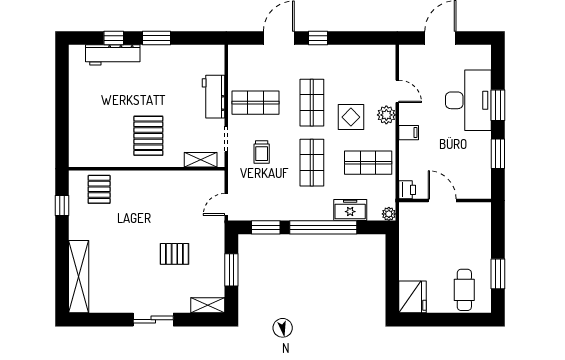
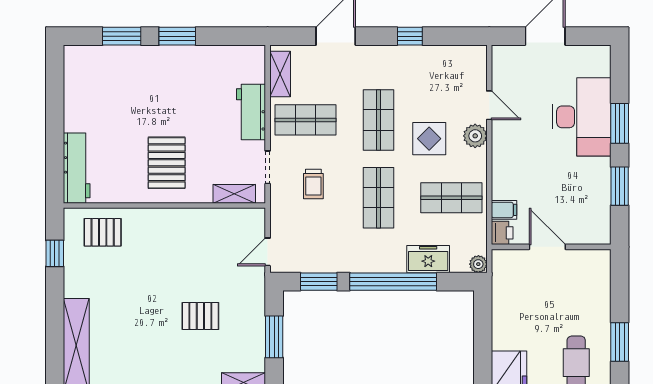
window: (114, 38) -> (122, 36), width x1.50
window: (318, 38) -> (410, 36), moved
workbench: (113, 55) -> (77, 168), moved, turned -90
shelving: (236, 67) -> (280, 74), added
filing cabinet: (409, 133) -> (504, 210), moved
pallet: (99, 189) -> (103, 232), turned 90

